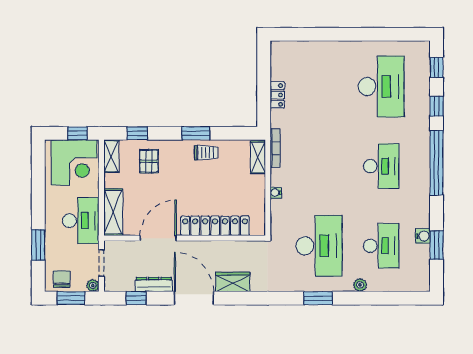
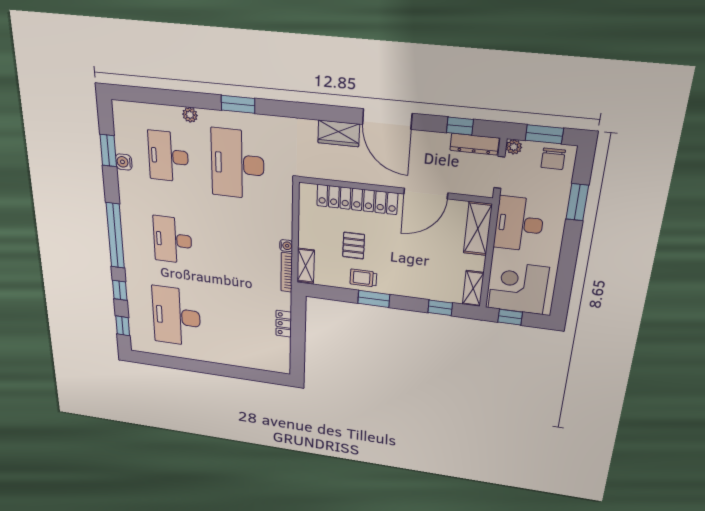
pallet: (149, 161) -> (354, 246), moved
water cooler: (276, 193) -> (286, 246), moved
dresser: (154, 284) -> (474, 144), moved

